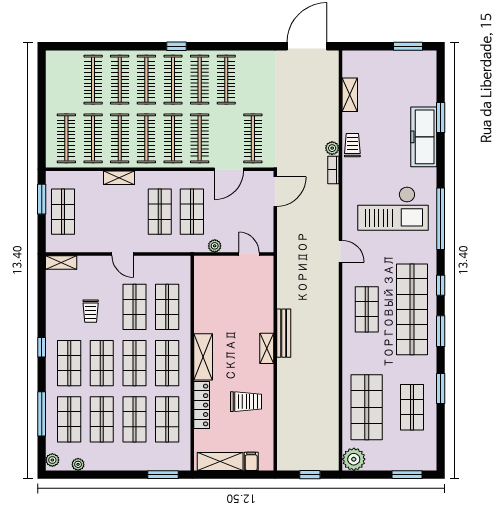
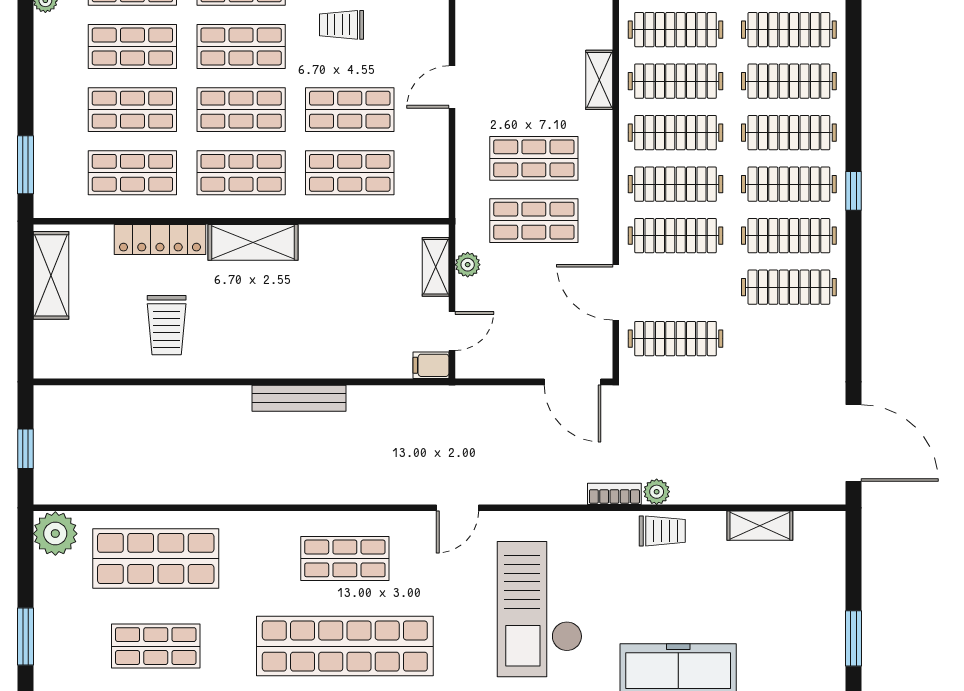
shelving: (267, 348) -> (436, 267), moved, turned 90
filing cabinet: (251, 461) -> (431, 365), moved, turned 180

